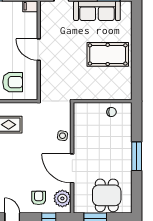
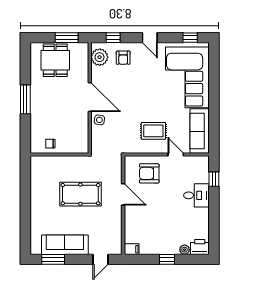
door: (39, 50) -> (123, 194), moved
pool table: (108, 54) -> (80, 194), moved
door: (72, 168) -> (90, 97), moved

